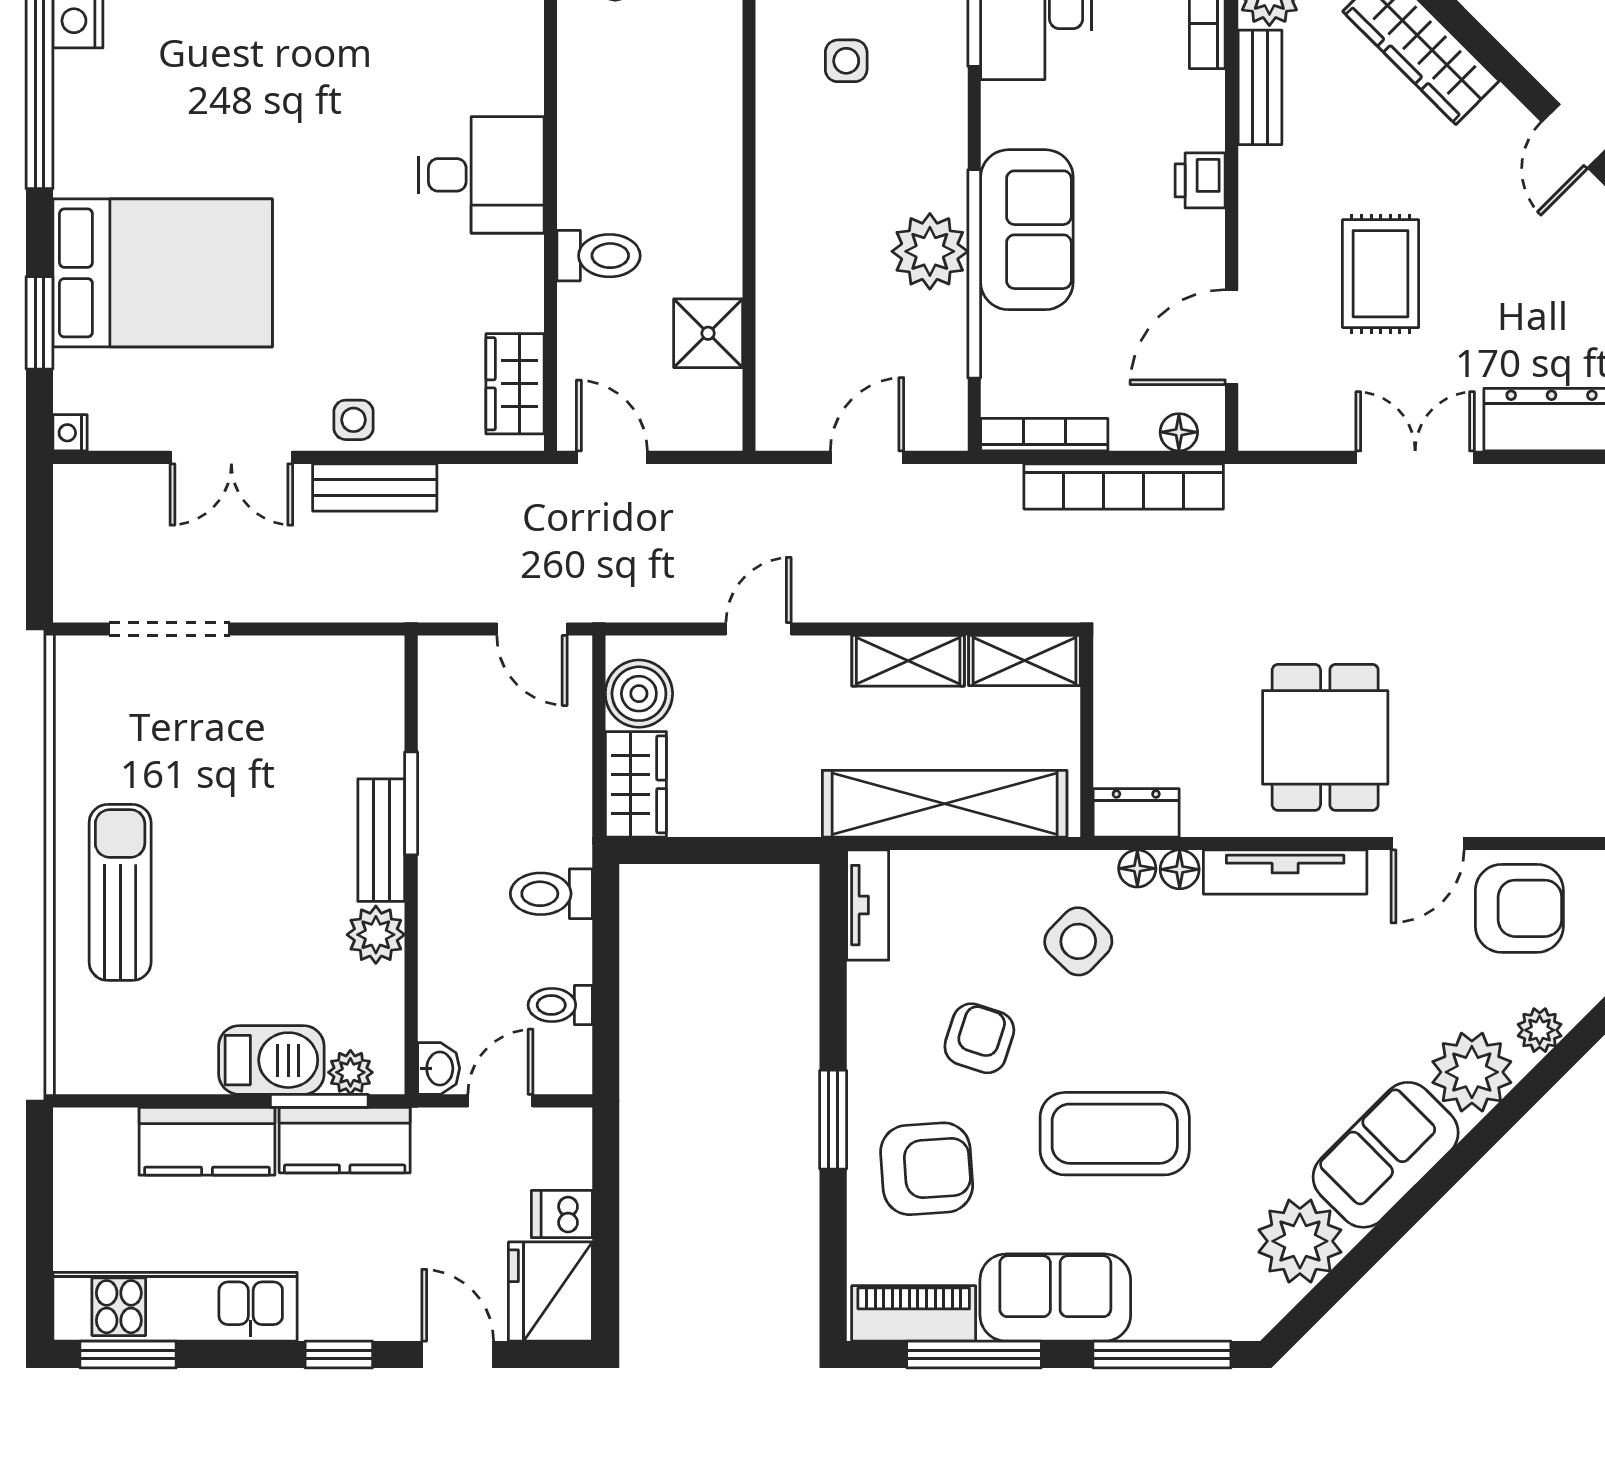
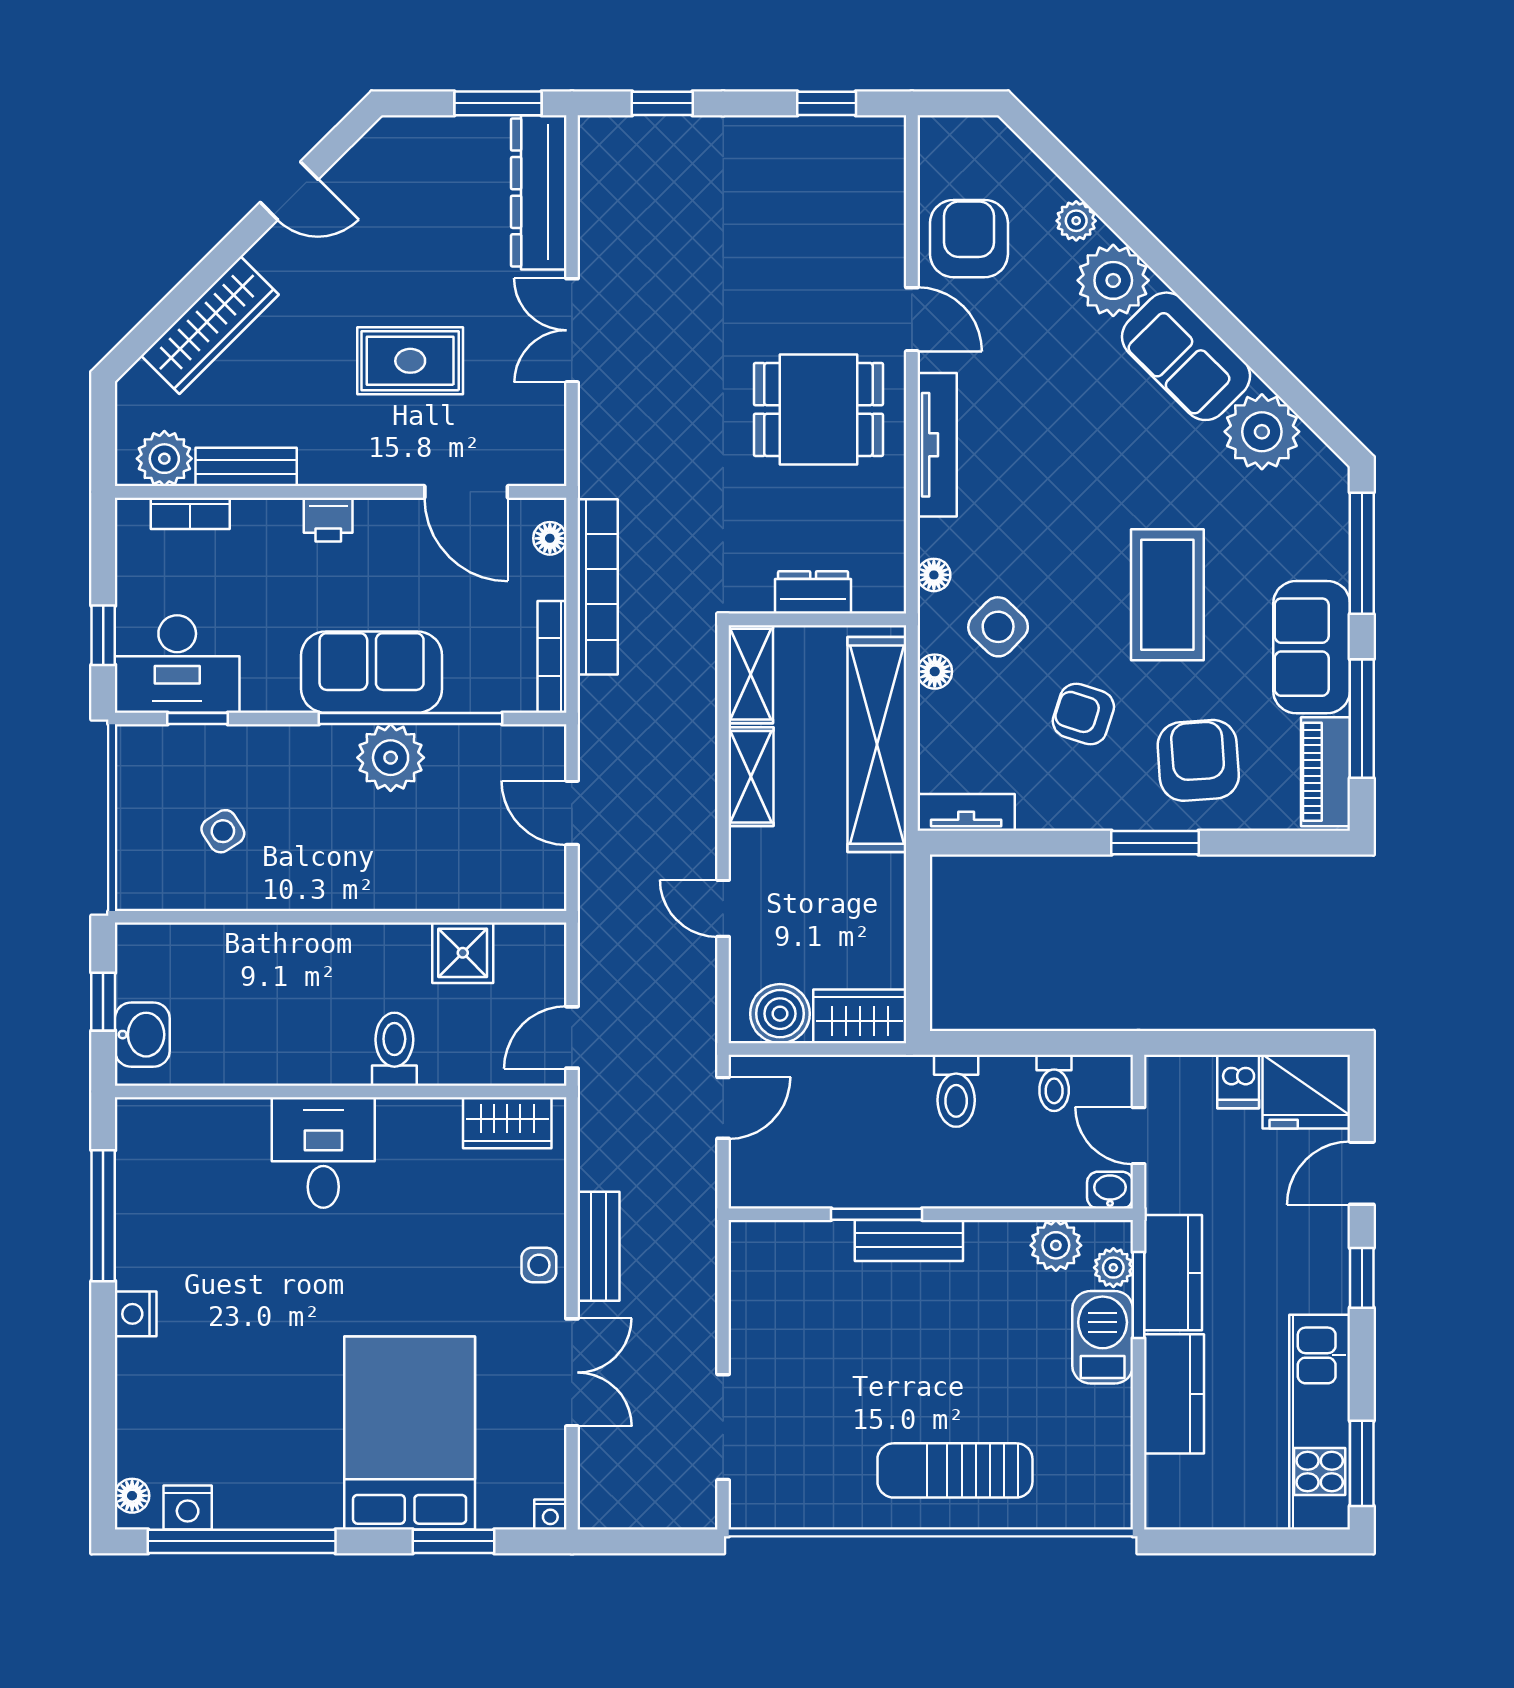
side table: (846, 61) -> (223, 831), turned -33
dresser: (1136, 813) -> (813, 592), moved, turned 90
floor lamp: (1180, 869) -> (935, 672), moved
plant: (376, 935) -> (1056, 1245), moved

